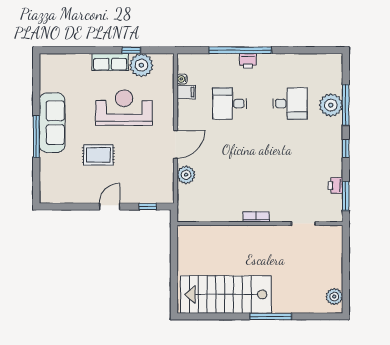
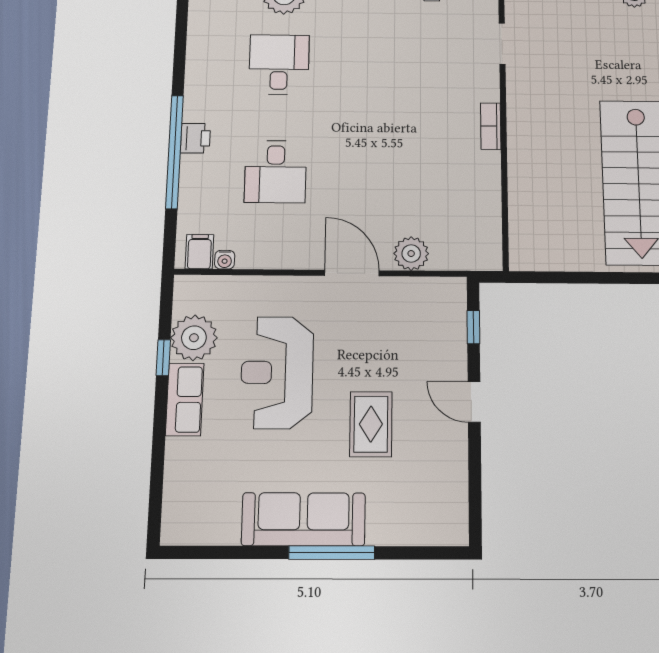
filing cabinet: (186, 92) -> (199, 252), moved

